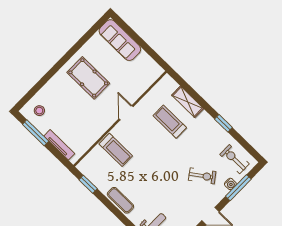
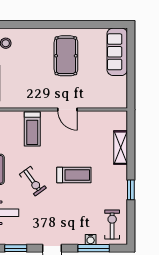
door: (126, 113) -> (67, 110), swing flipped
treadmill: (170, 122) -> (74, 175), moved, turned 90
exercise bike: (202, 176) -> (33, 181), moved

